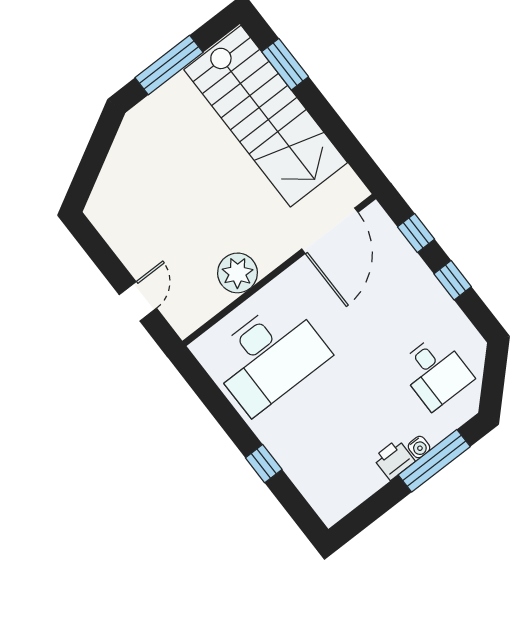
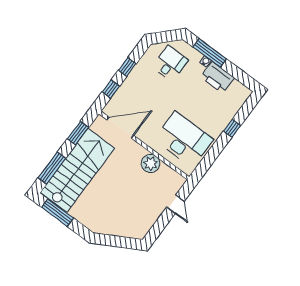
window: (285, 64) -> (52, 168), width x1.44
window: (169, 65) -> (58, 213), moved
window: (343, 139) -> (78, 133), added
door: (138, 301) -> (175, 204), swing flipped
printer: (394, 460) -> (217, 77), width x1.87, depth x1.48

